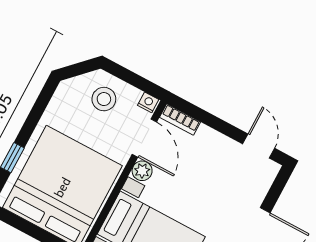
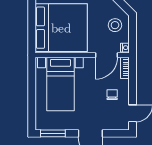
chair: (212, 162) -> (112, 95), added
plant: (142, 171) -> (90, 63), removed

